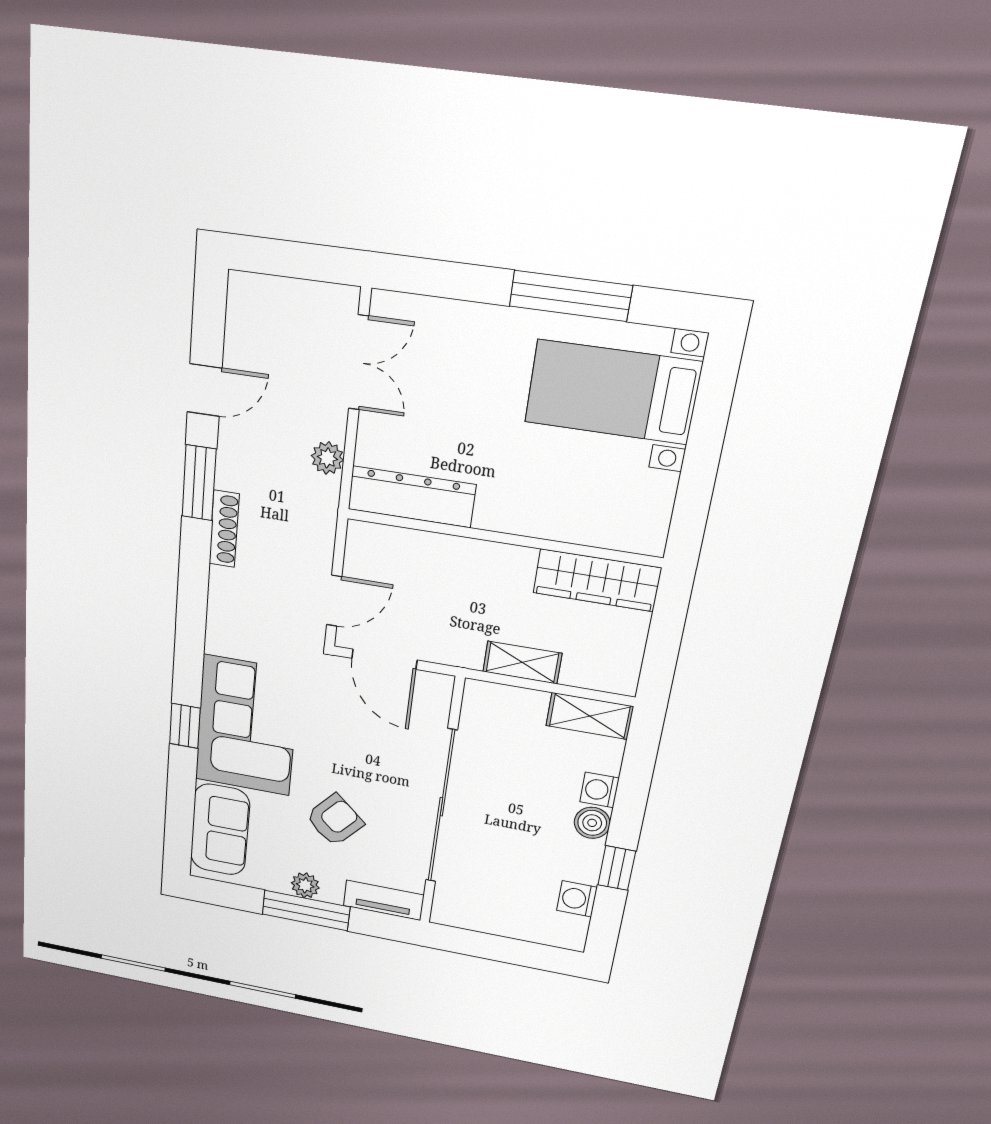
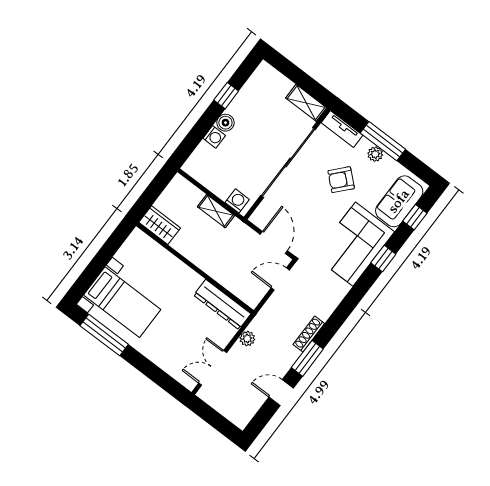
window: (571, 296) -> (104, 335), moved
wardrobe: (597, 580) -> (160, 225), width x0.67
shelving: (590, 716) -> (306, 103), moved
window: (179, 817) -> (415, 217), added
washing machine: (577, 899) -> (237, 201), moved, turned -90

